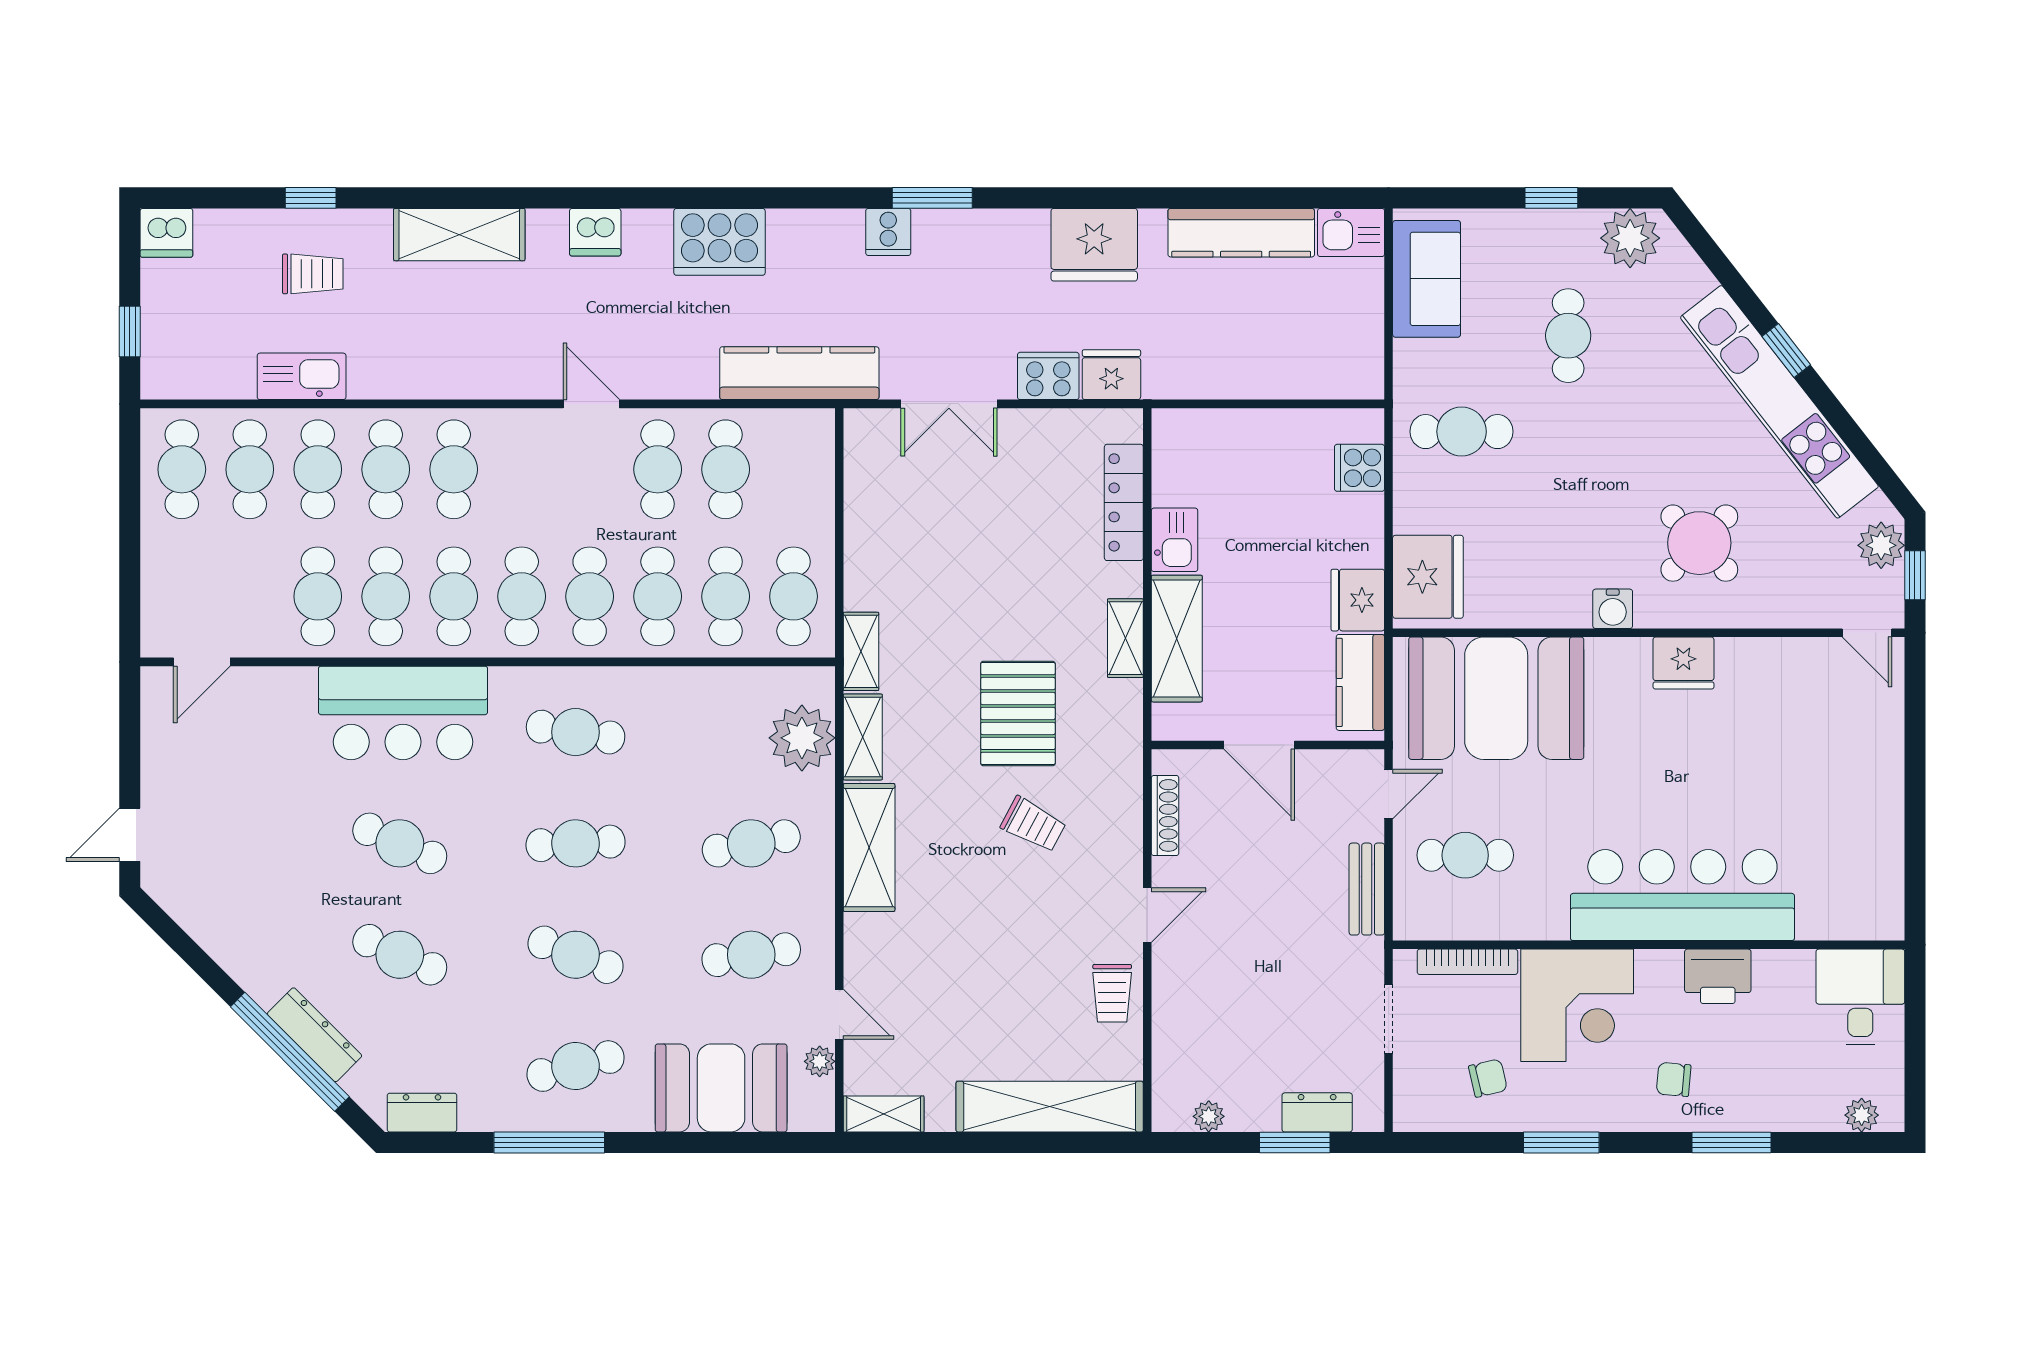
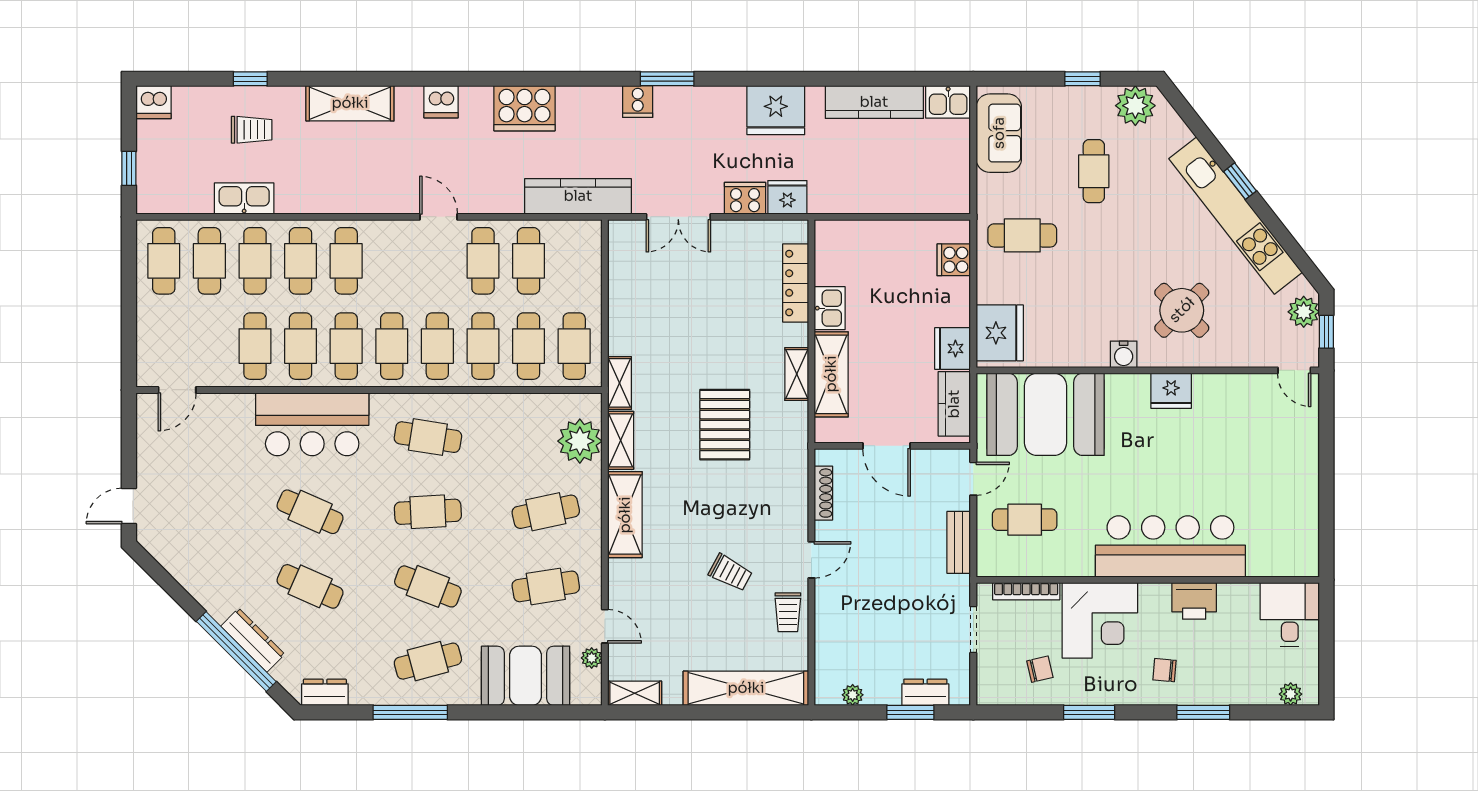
trolley: (1033, 824) -> (730, 573), moved

